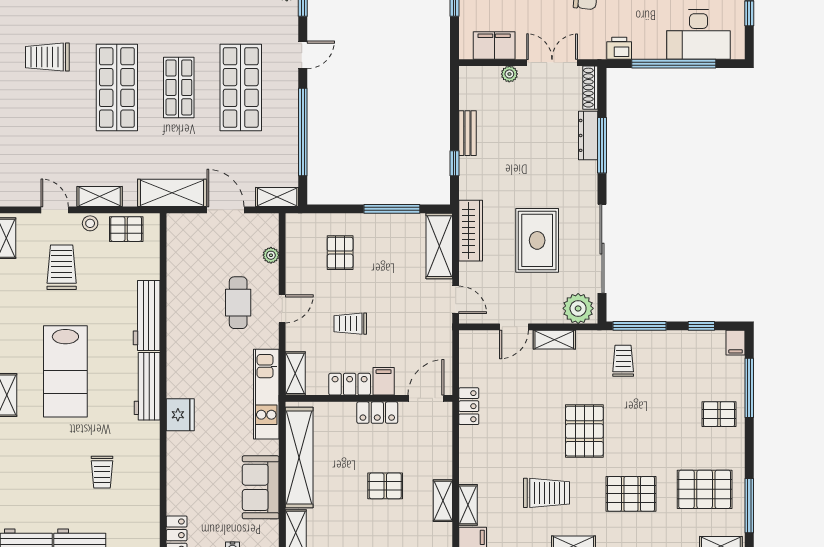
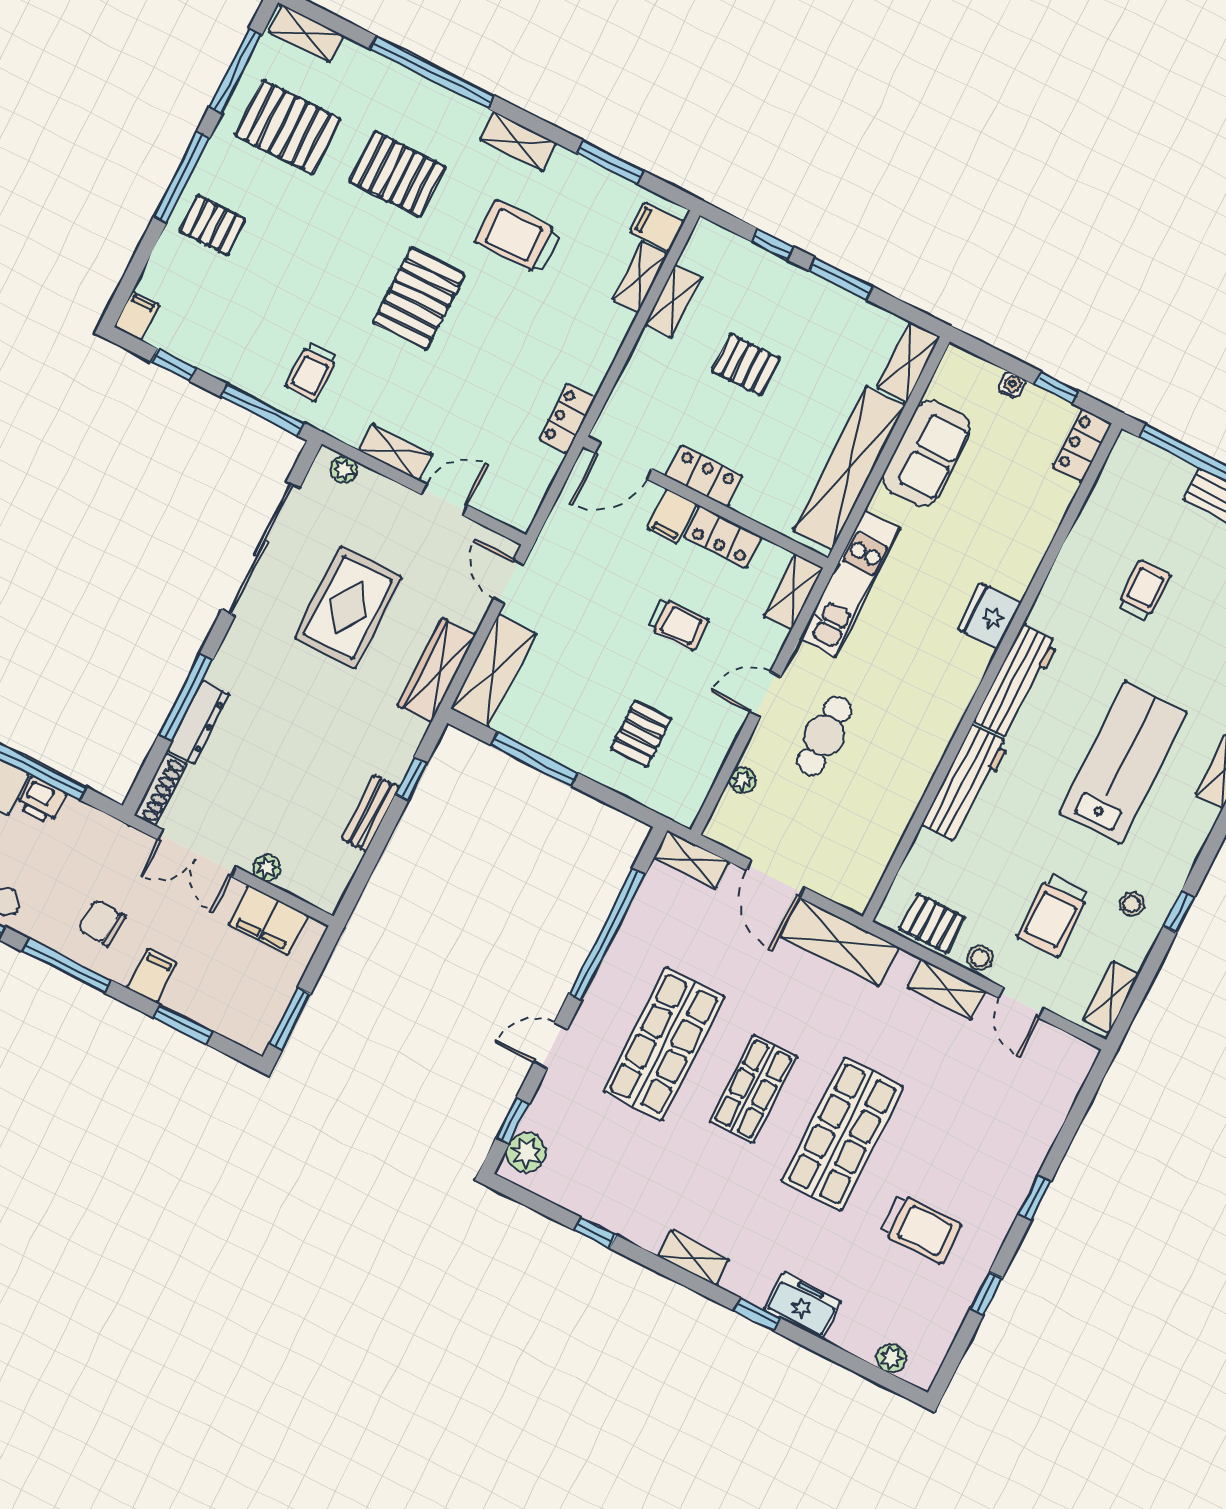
printer: (619, 48) -> (41, 800), moved
stool: (21, 295) -> (1132, 904), added
plant: (578, 308) -> (344, 470), width x0.53, depth x0.53
window: (749, 388) -> (182, 177), moved

